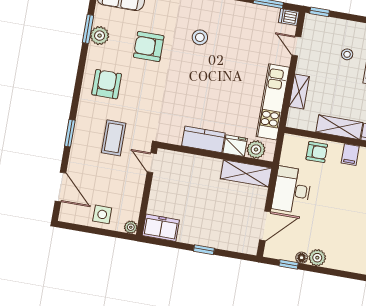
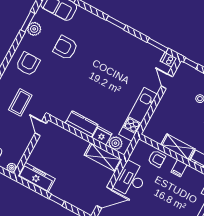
stool: (200, 37) -> (103, 53), removed
shelving: (299, 92) -> (158, 113), removed
freezer: (161, 228) -> (36, 177), width x1.40

